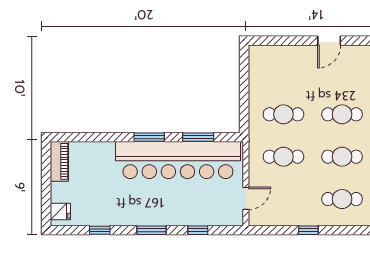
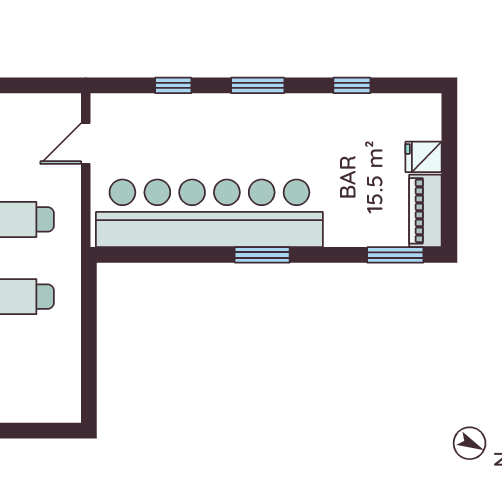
window: (198, 137) -> (395, 255), moved
fridge: (60, 211) -> (424, 157), moved

